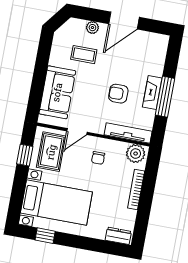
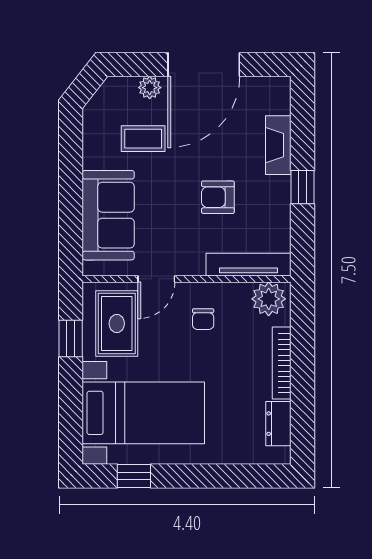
door: (124, 21) -> (204, 65), width x1.36
fireplace: (152, 92) -> (278, 145), moved
window: (165, 97) -> (302, 187), width x0.46
dresser: (118, 236) -> (278, 424), moved, turned -90

